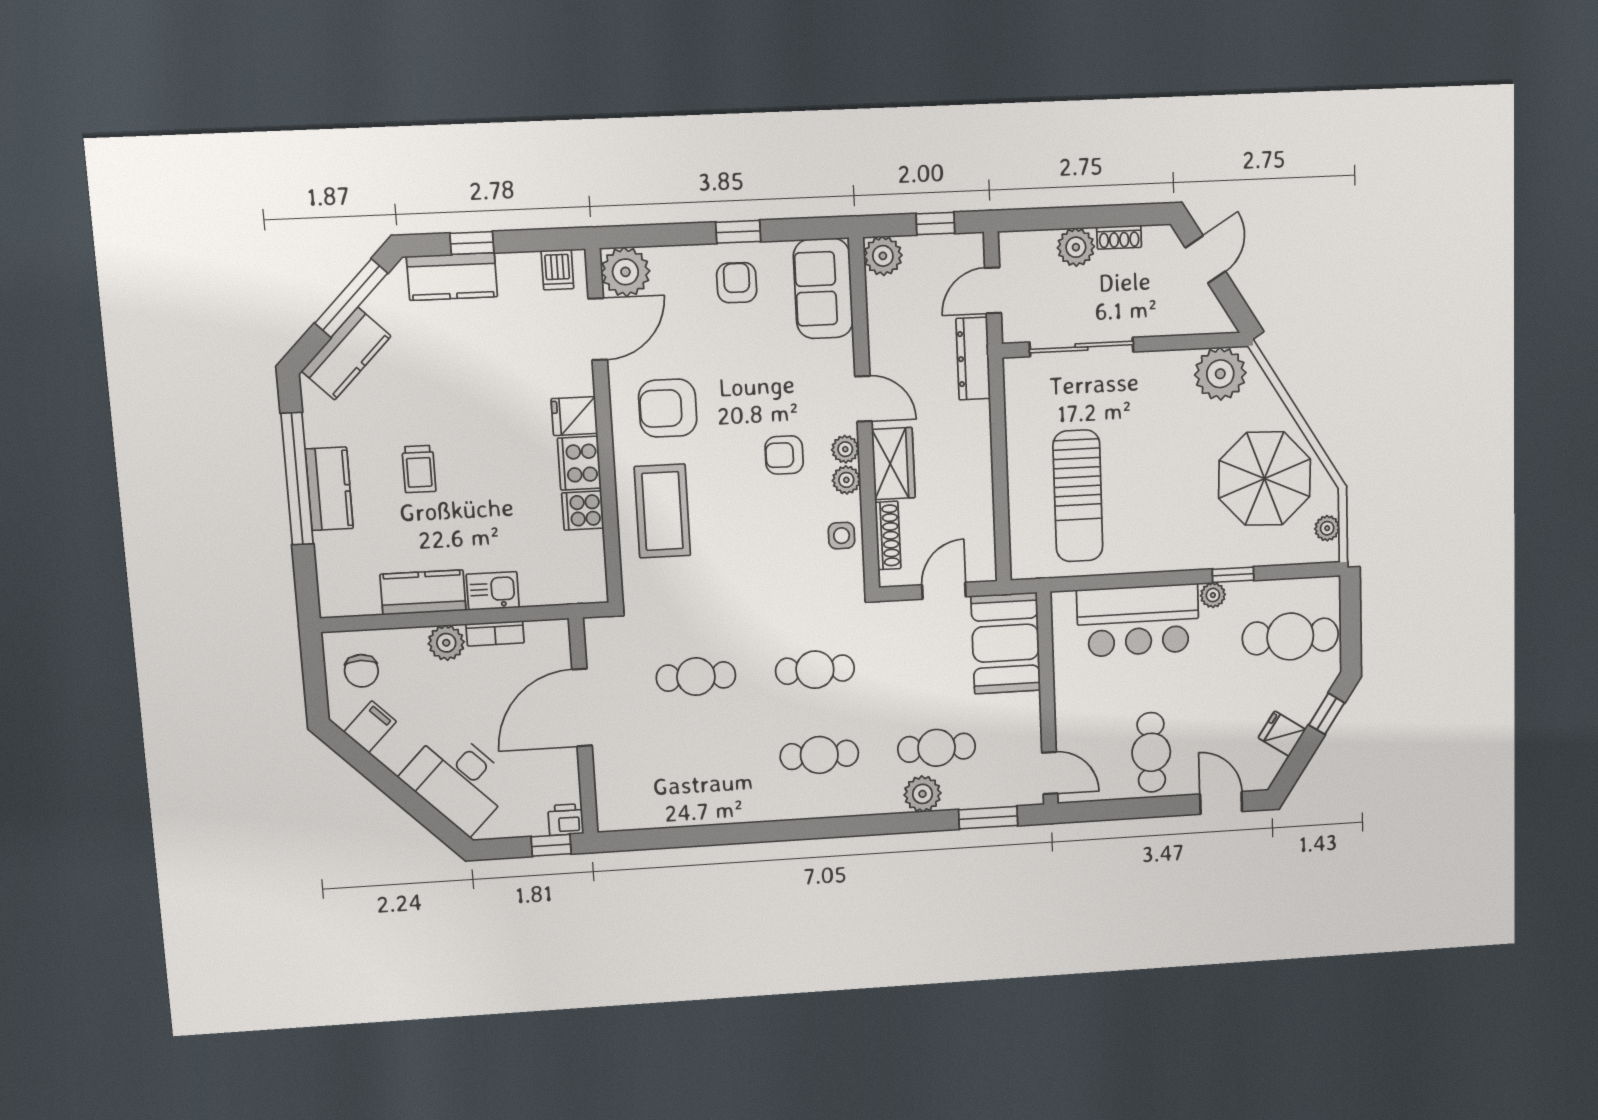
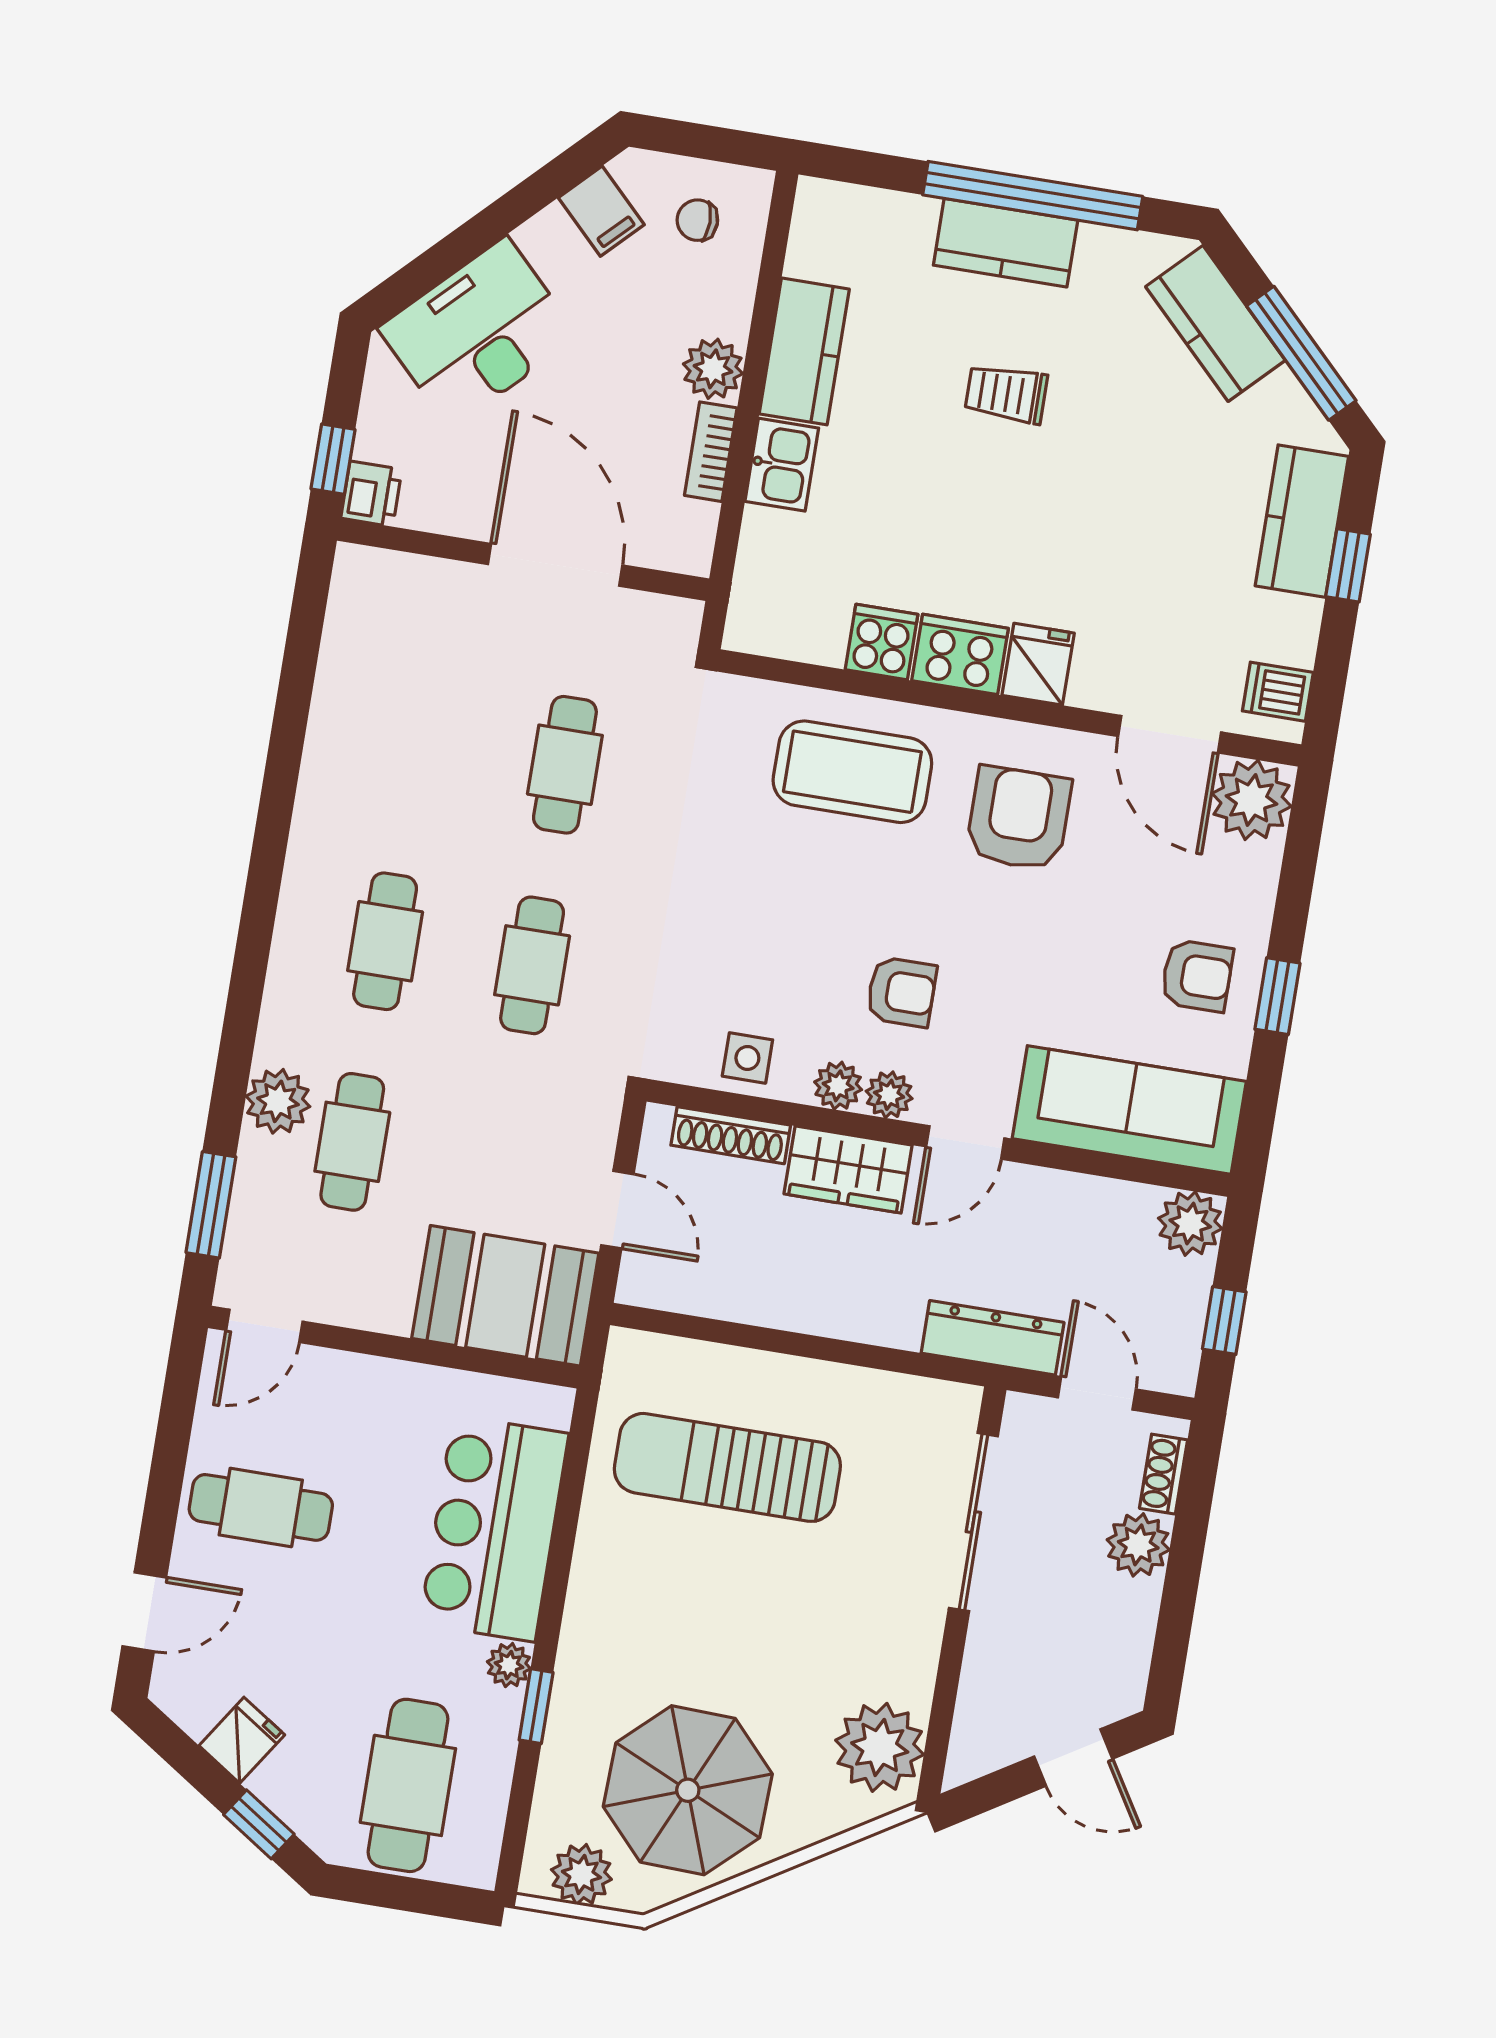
shoe rack: (1119, 237) -> (1163, 1474), moved
sofa: (823, 288) -> (1129, 1110), width x1.36
armchair: (784, 455) -> (901, 992), turned 90
plant: (1327, 528) -> (581, 1874), width x1.38, depth x1.38
chair: (361, 671) -> (697, 220), width x0.73, depth x0.73

